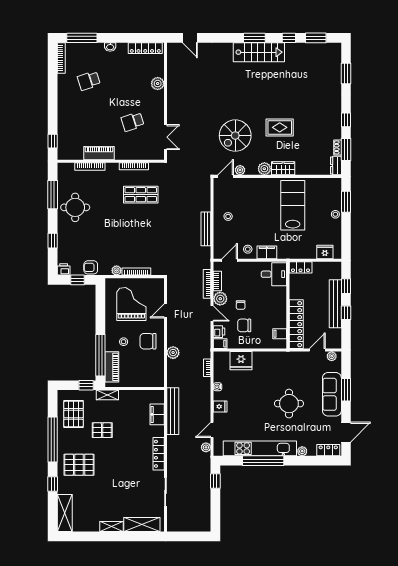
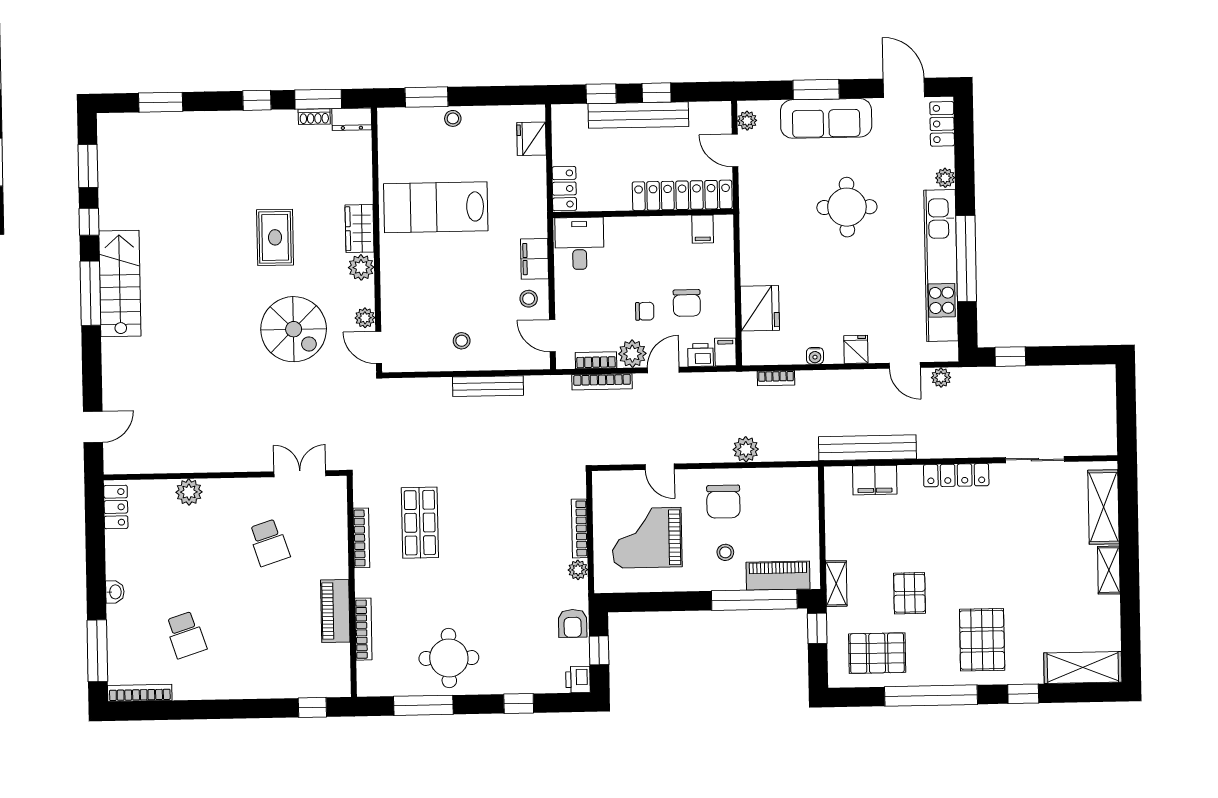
window: (254, 38) -> (90, 293), width x1.44
locker: (145, 48) -> (116, 507), width x0.66

